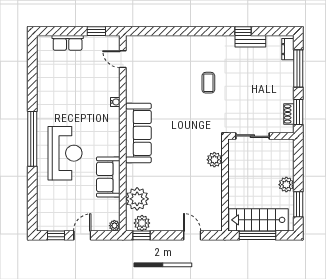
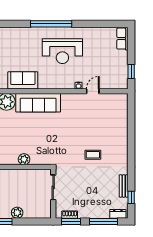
window: (243, 31) -> (131, 197), moved
row of seats: (68, 43) -> (122, 39), moved
door: (123, 59) -> (93, 91), moved
sofa: (138, 133) -> (38, 103), moved
reception desk: (65, 153) -> (62, 51), moved
plant: (214, 160) -> (24, 159), moved

